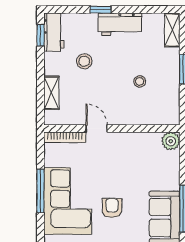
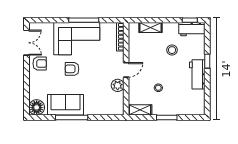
shelving: (172, 30) -> (140, 110), moved
door: (97, 129) -> (126, 70), moved
plant: (171, 141) -> (118, 85), moved
armchair: (112, 208) -> (72, 69), turned 180

